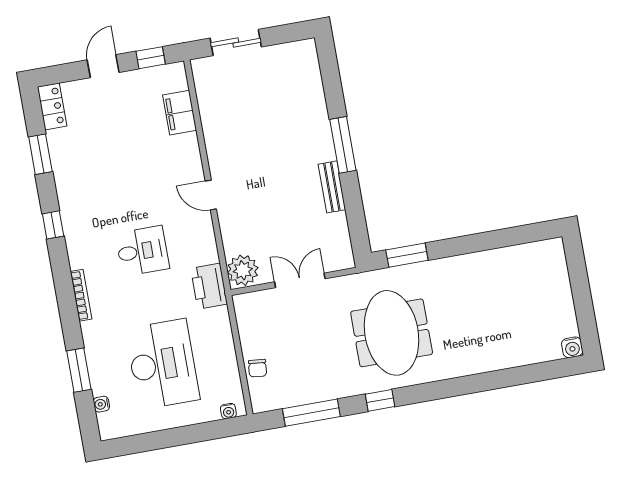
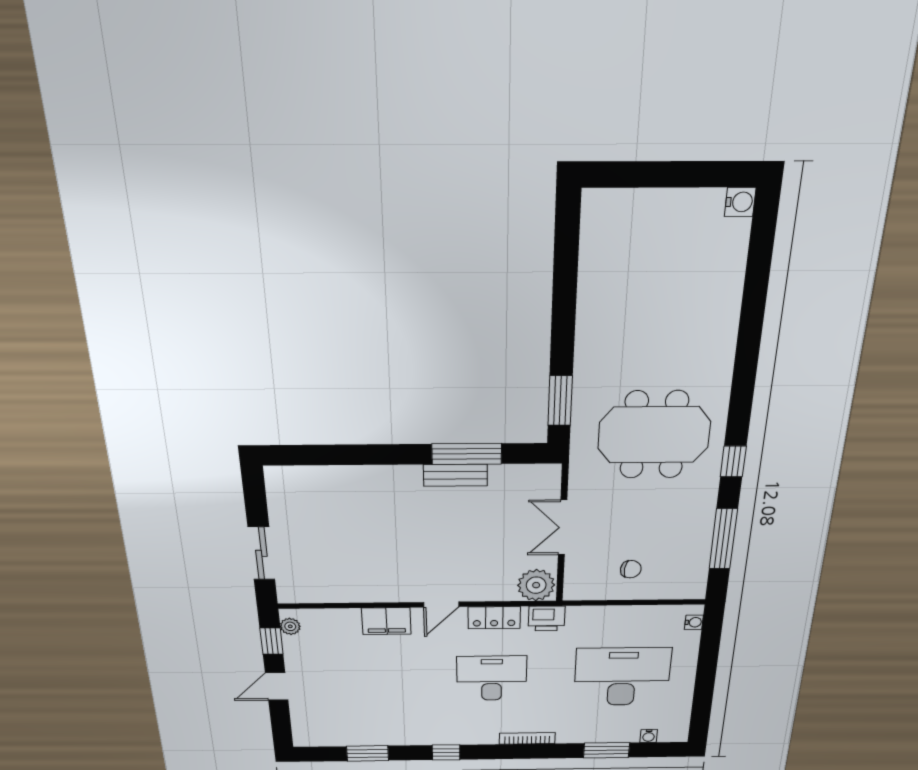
door: (103, 66) -> (277, 686), hinge flipped
plant: (168, 72) -> (290, 626), added
locker: (52, 106) -> (494, 618), moved, turned 180
filing cabinet: (180, 113) -> (386, 621), moved
window: (343, 145) -> (467, 454), moved
desk: (142, 251) -> (492, 678), width x1.37
printer: (209, 286) -> (547, 619), width x0.73, depth x0.84
chair: (258, 368) -> (631, 569), moved

